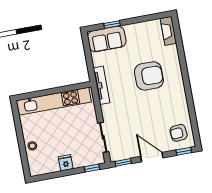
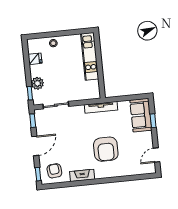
door: (151, 17) -> (157, 155), added
fireplace: (168, 31) -> (82, 175), moved
kitchen unit: (54, 101) -> (90, 56), width x0.73
plant: (80, 160) -> (37, 83), added
fridge: (66, 163) -> (35, 59), moved

